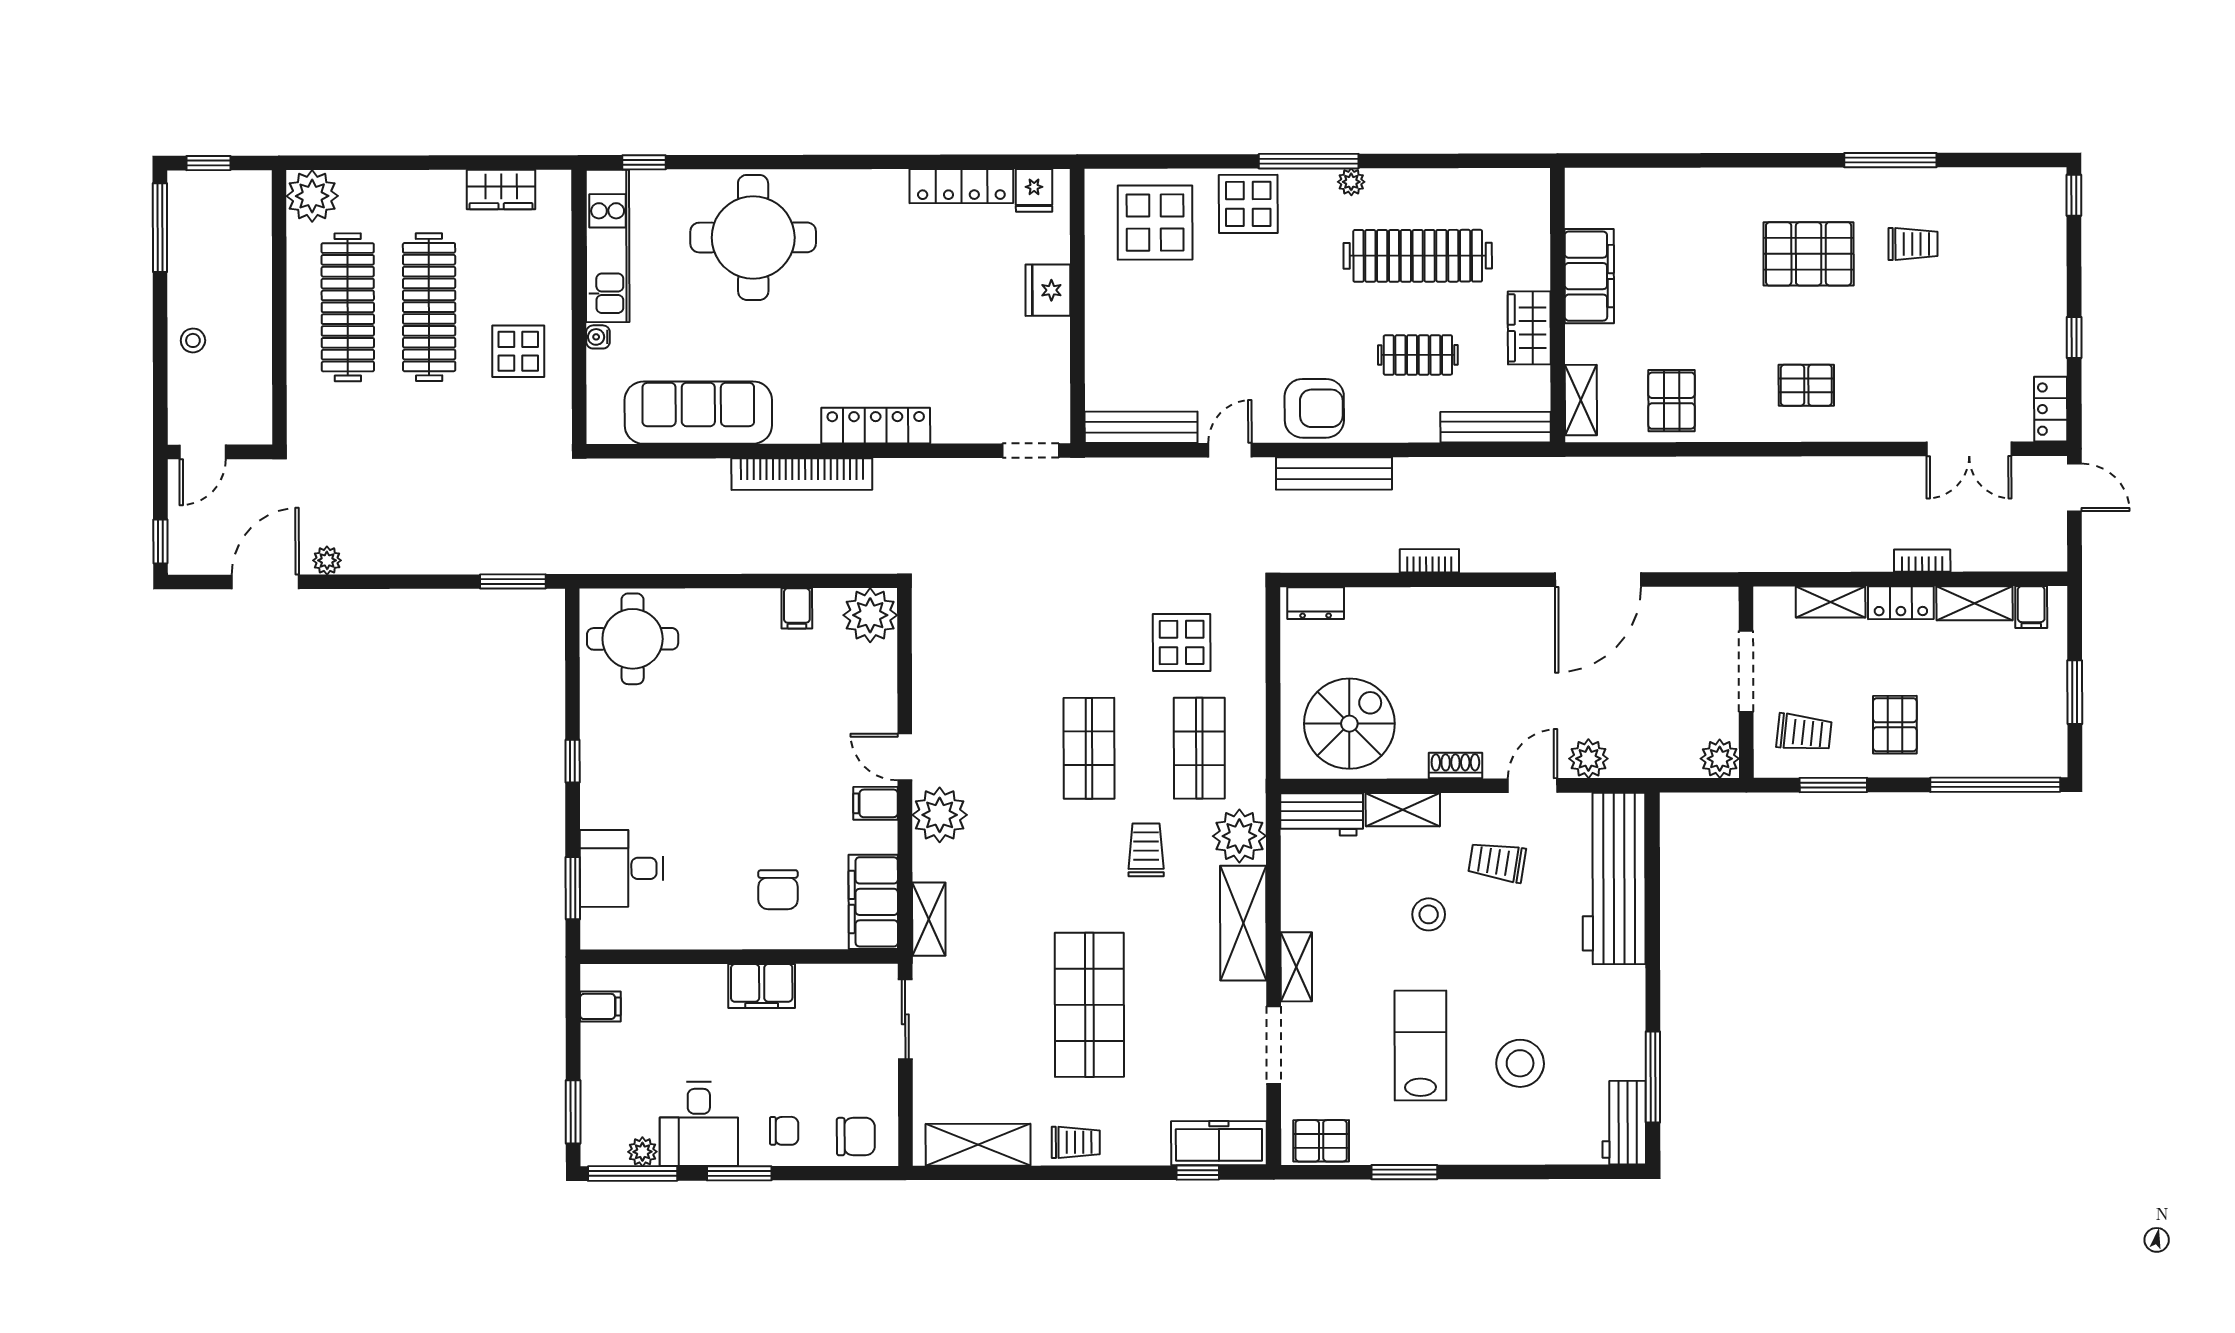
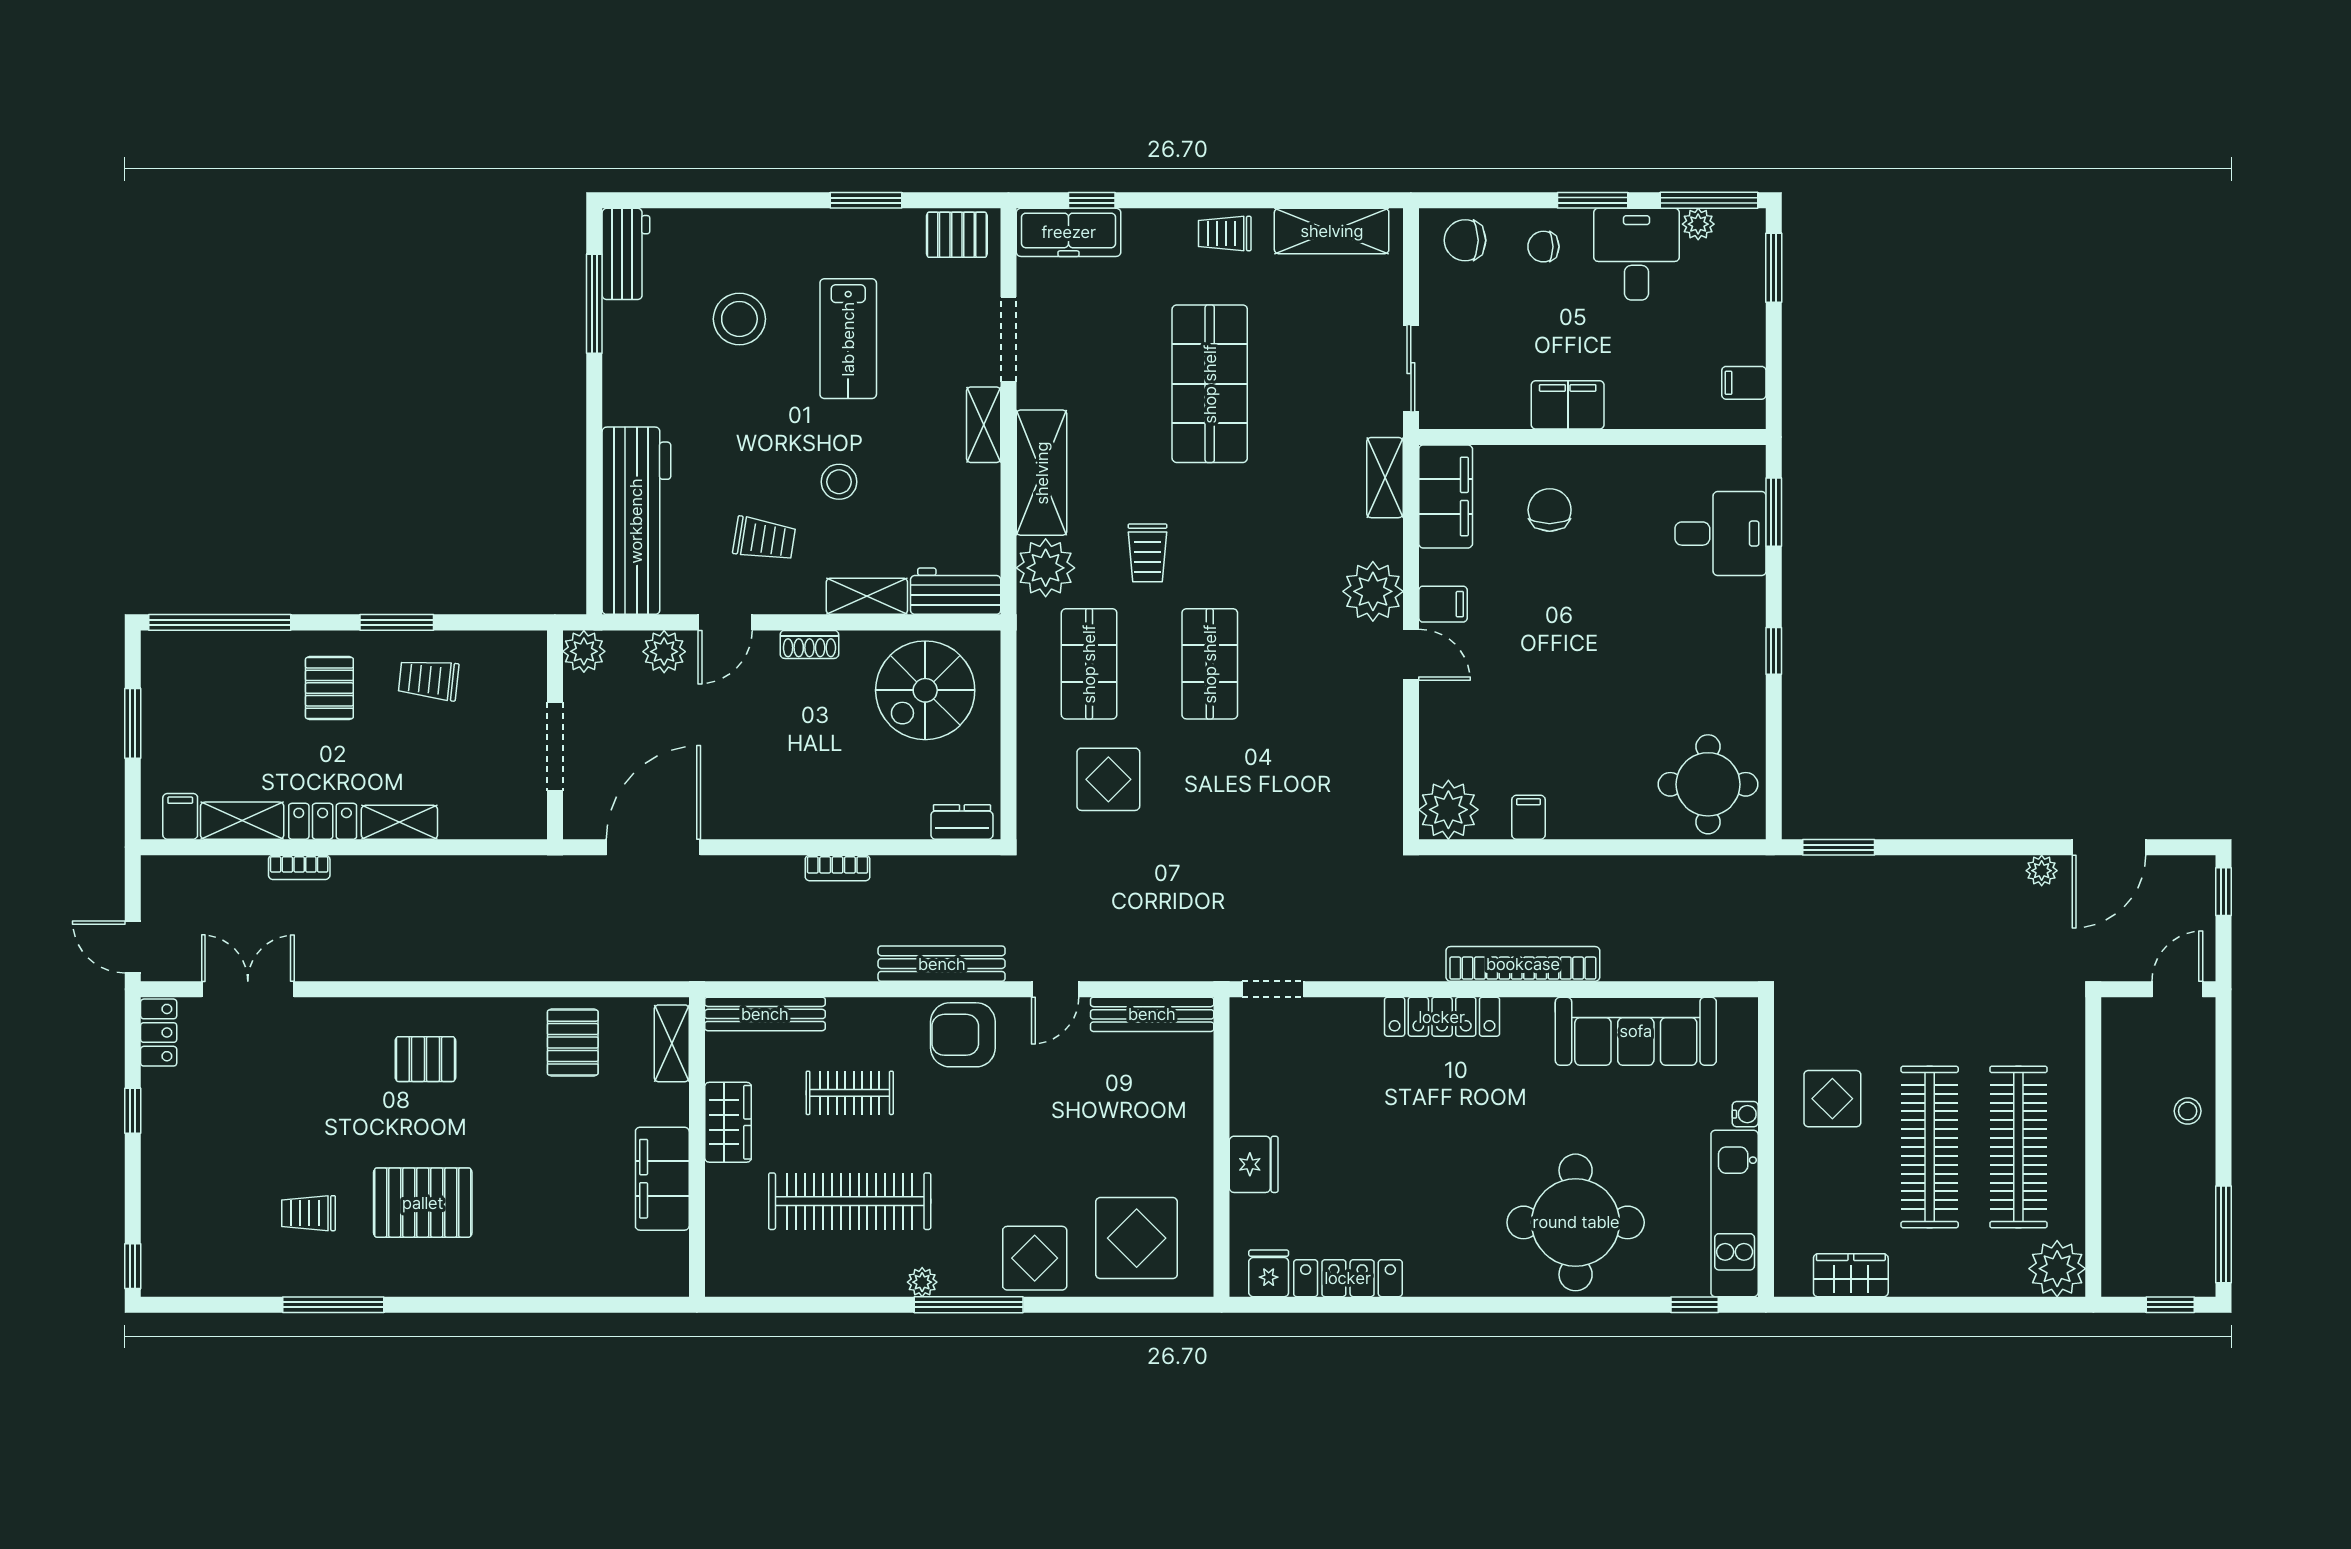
doorway: (1746, 671) -> (555, 747), moved
wall: (1746, 682) -> (555, 735), moved
plant: (1720, 759) -> (584, 651), moved

